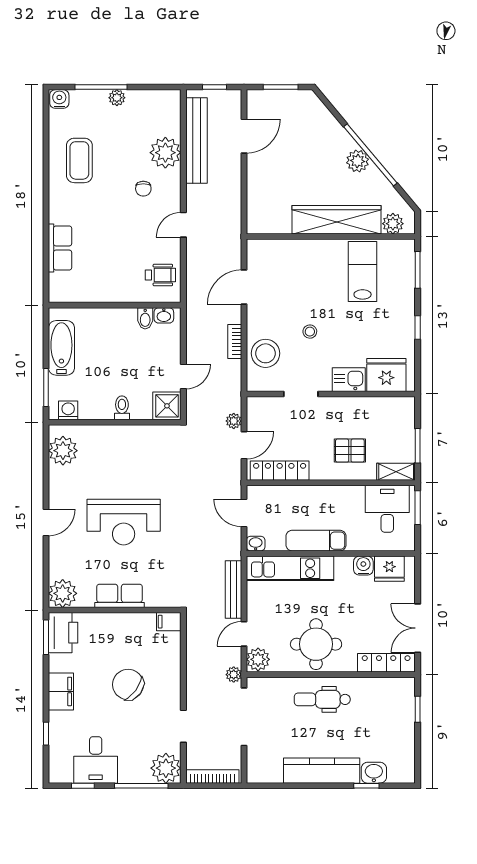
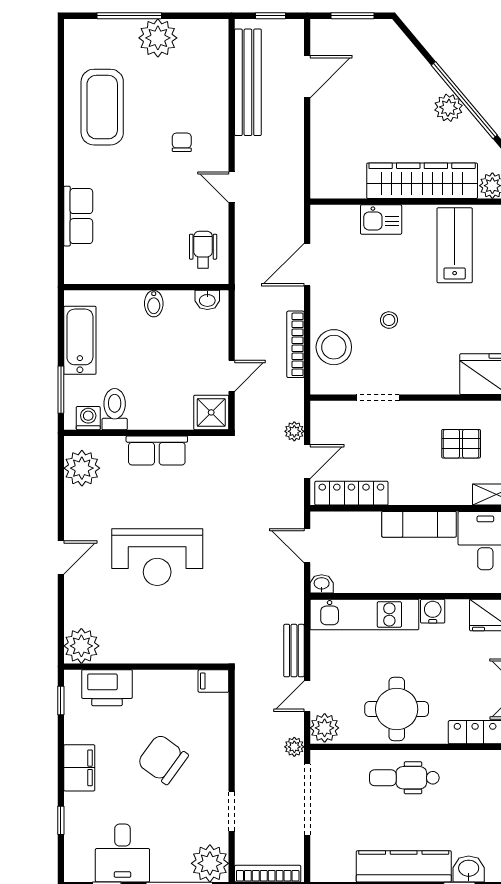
plant: (117, 98) -> (158, 38), width x1.88, depth x1.88
water cooler: (59, 99) -> (77, 31), removed
plant: (165, 153) -> (209, 97), removed
coffee table: (79, 160) -> (102, 107), width x1.36, depth x1.32
chair: (143, 189) -> (182, 142), turned 180
door: (183, 225) -> (232, 187), hinge flipped
wheelchair: (160, 275) -> (203, 250), turned -90
bidet: (145, 318) -> (154, 304), moved
bookcase: (235, 341) -> (295, 344), width x1.56
kitchen sink: (349, 380) -> (381, 220), moved, turned 180
toilet: (122, 408) -> (115, 409), moved, width x1.37, depth x1.39
pallet: (350, 451) -> (461, 444), moved
exam couch: (316, 541) -> (419, 524), moved, turned 180
water cooler: (363, 566) -> (433, 611), moved
bench: (233, 589) -> (294, 651), width x0.73
row of seats: (120, 596) -> (157, 451), moved, turned 180
printer: (63, 633) -> (107, 688), moved, turned 90
window: (46, 637) -> (61, 700), width x0.67

